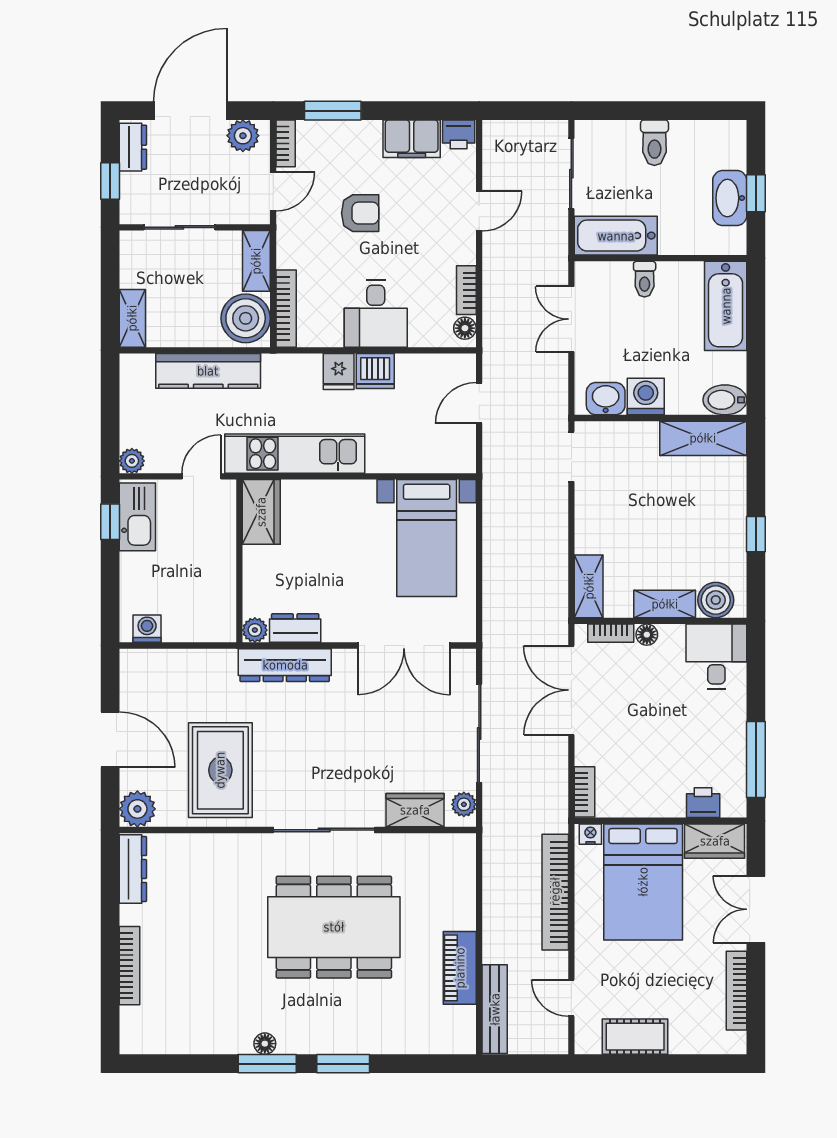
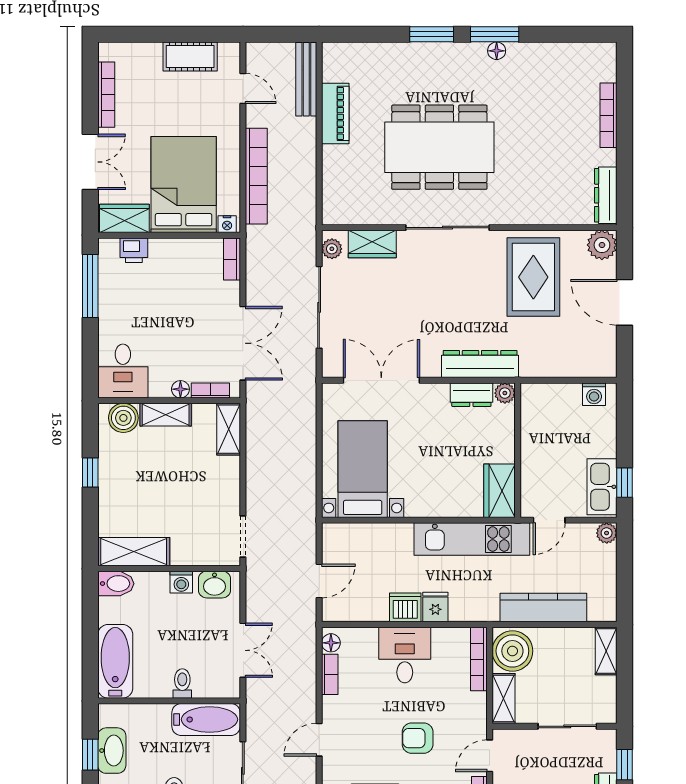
washing machine: (646, 397) -> (181, 582), width x0.73, depth x0.73

